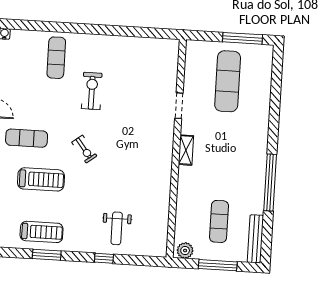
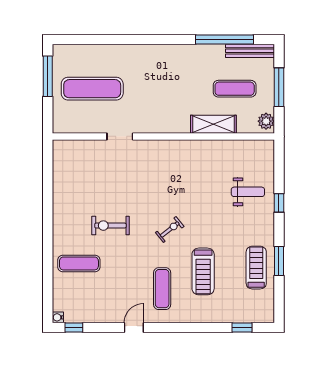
shelving: (186, 150) -> (213, 124), moved, width x1.50, depth x1.33
treadmill: (41, 179) -> (203, 271), turned 180
window: (270, 182) -> (224, 39), moved

